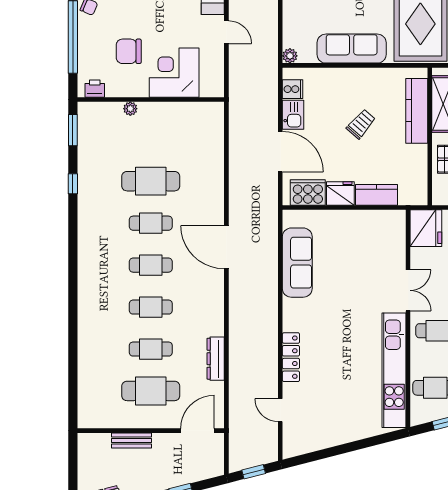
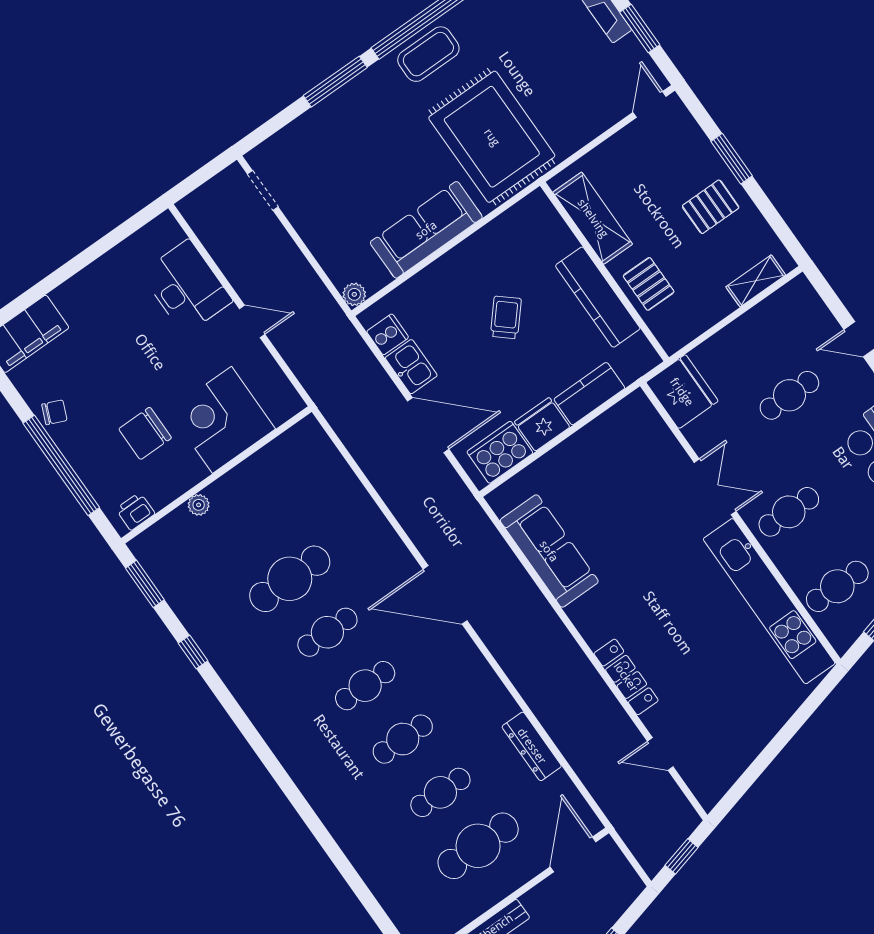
kitchen counter: (417, 111) -> (598, 297), moved

